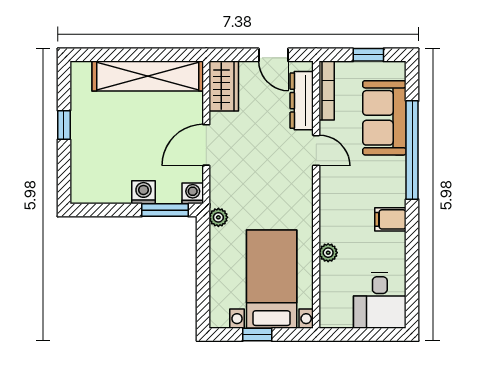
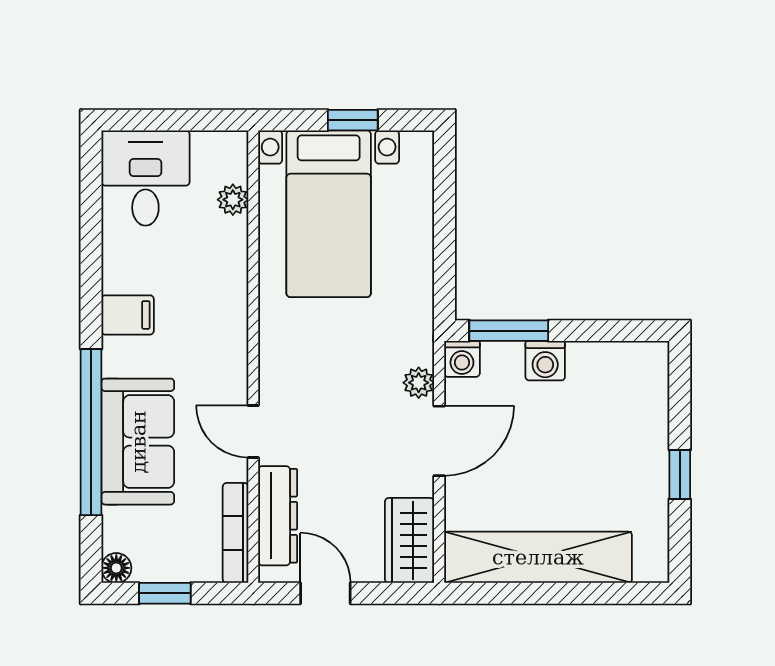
floor lamp: (397, 70) -> (116, 568), added
sofa: (384, 118) -> (138, 442), moved
plant: (218, 217) -> (419, 383), moved
plant: (328, 253) -> (233, 200), moved

